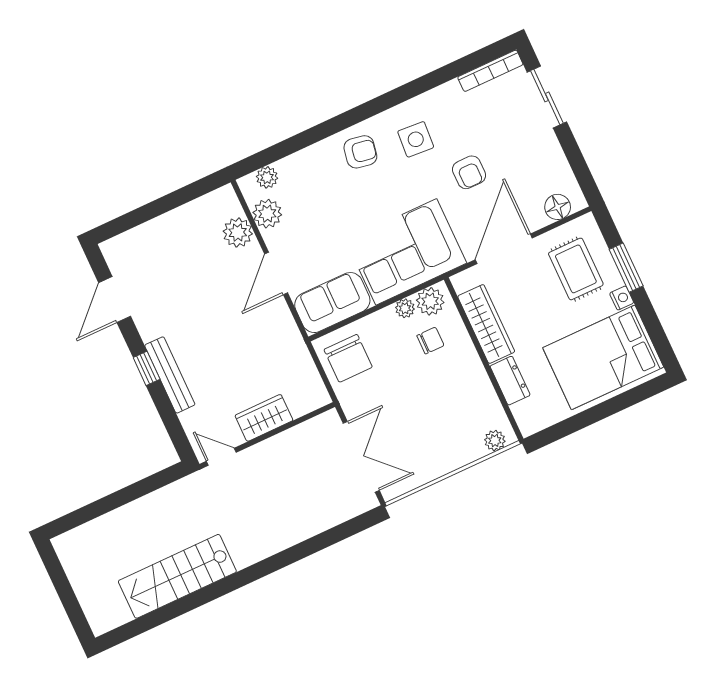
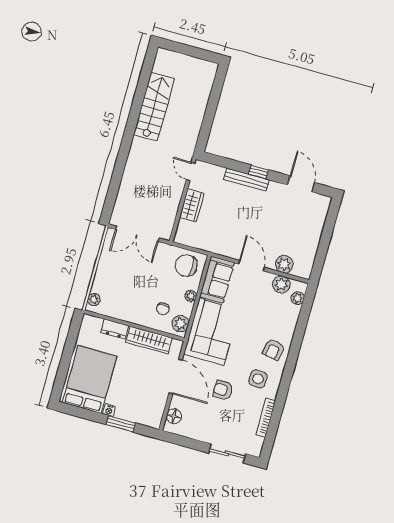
bookcase: (490, 71) -> (266, 418), moved
rug: (576, 269) -> (139, 401), removed
plant: (405, 308) -> (191, 296), moved
door: (221, 457) -> (191, 171), swing flipped

